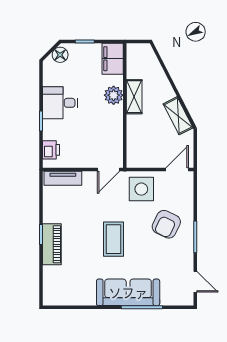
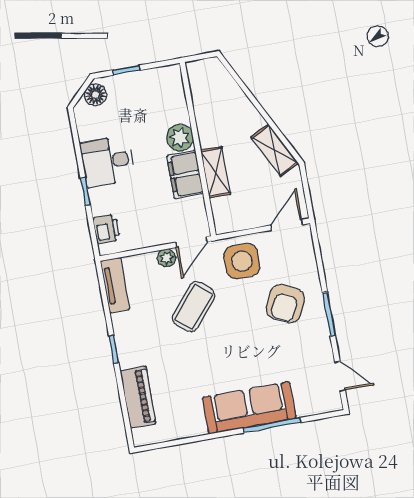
filing cabinet: (113, 59) -> (185, 175), moved
shelving: (134, 97) -> (215, 172), moved
plant: (89, 177) -> (167, 258), added
tv unit: (63, 178) -> (115, 285), moved, turned -90
coffee table: (114, 239) -> (194, 307), moved, turned 40
piano: (52, 244) -> (138, 397), moved

